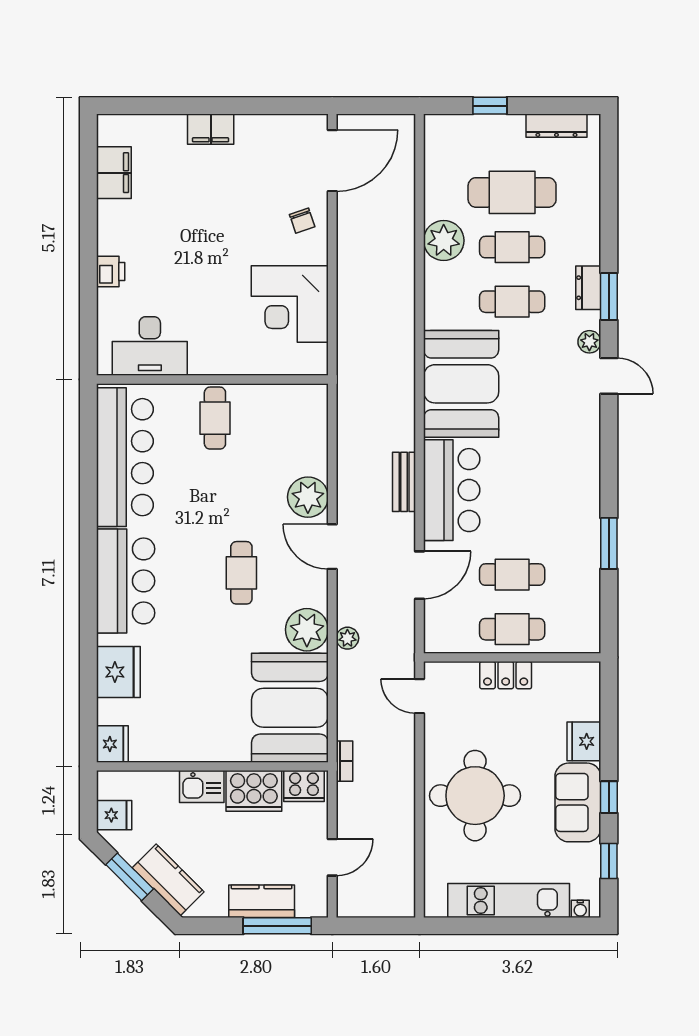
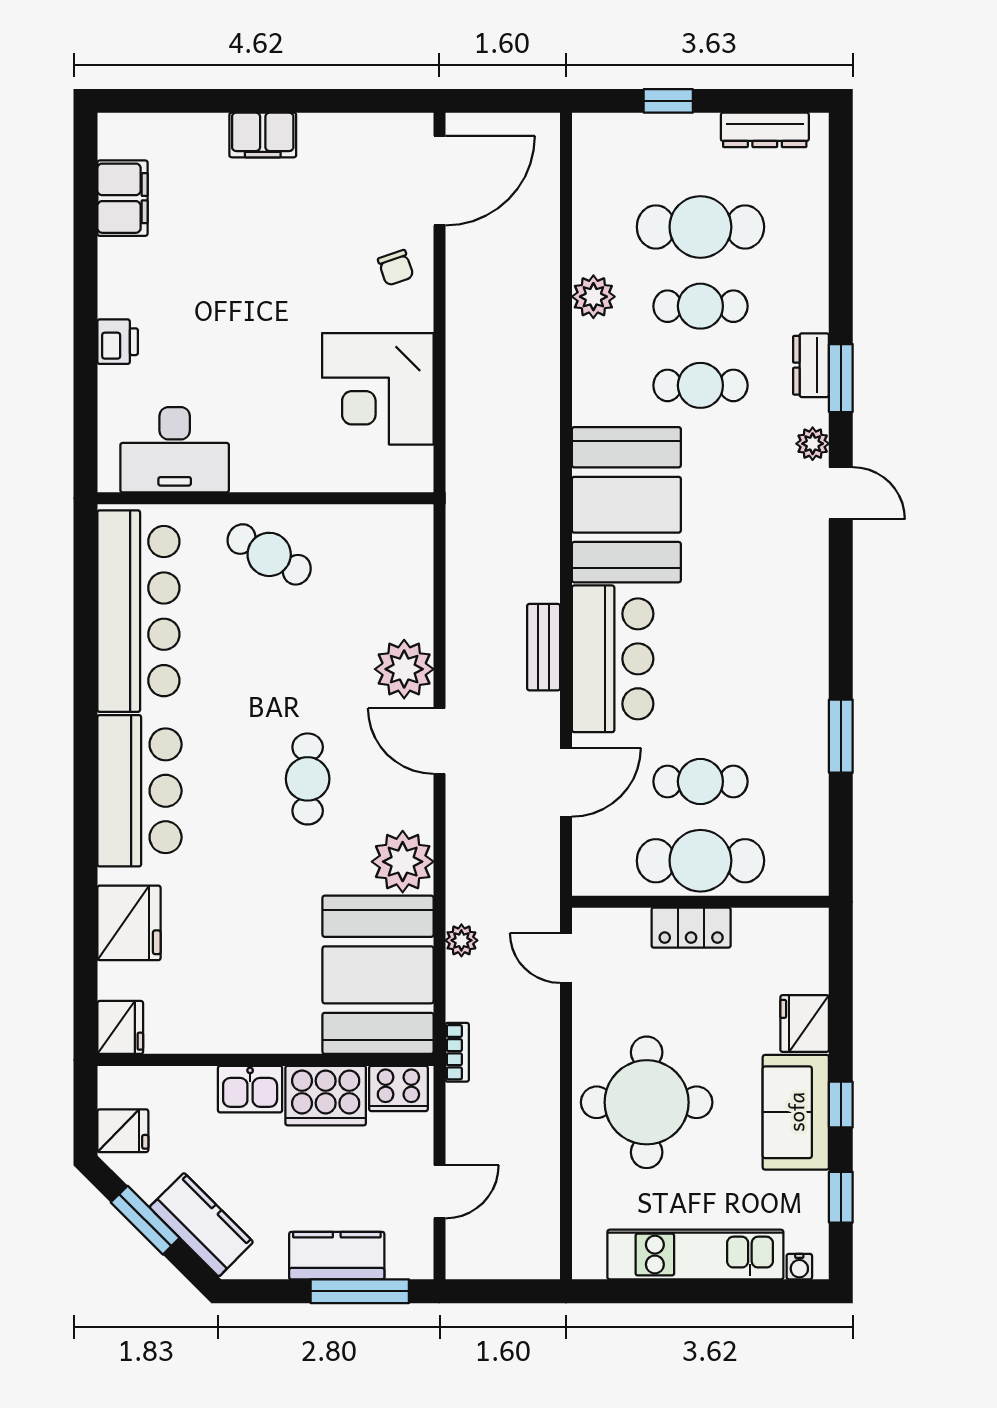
plant: (444, 241) -> (593, 297), width x0.73, depth x0.73
cafe table: (215, 418) -> (269, 554), turned -61
cafe table: (512, 629) -> (700, 861), width x1.37, depth x1.35
plant: (347, 638) -> (461, 940), moved

